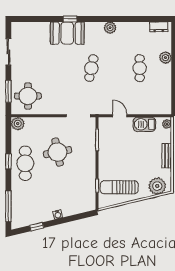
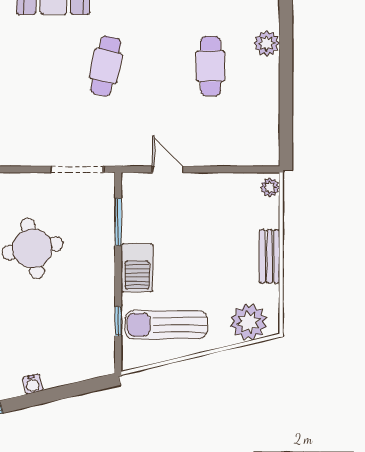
barbecue: (144, 124) -> (137, 268), moved, turned -90

